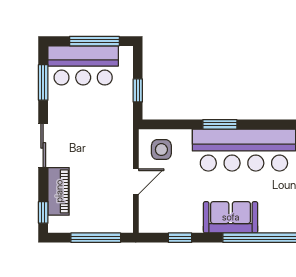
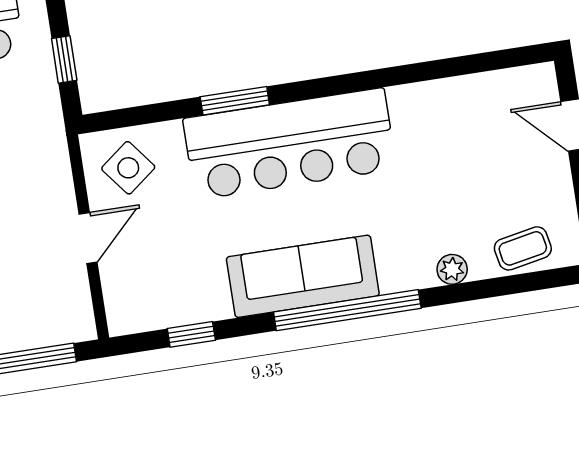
side table: (161, 150) -> (128, 168), turned -38
sofa: (231, 217) -> (303, 276), width x1.36

